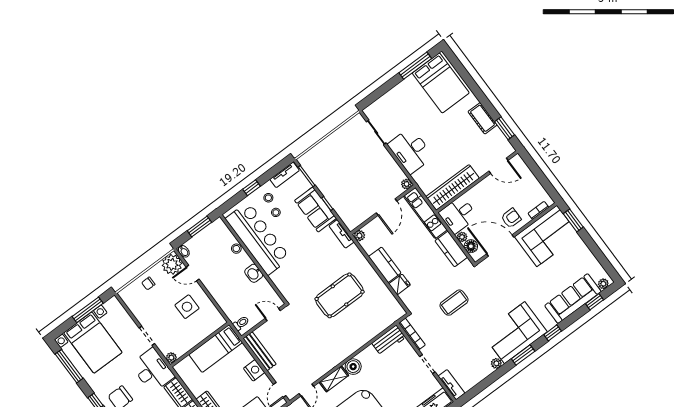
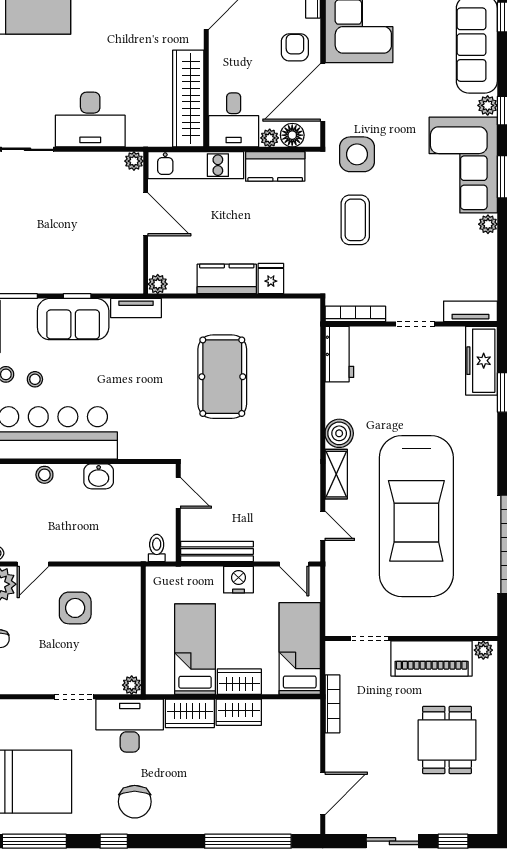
side table: (484, 282) -> (357, 154), added
door: (273, 314) -> (178, 493), swing flipped
plant: (549, 324) -> (488, 105), added
bed: (216, 349) -> (195, 649), moved, turned 180

